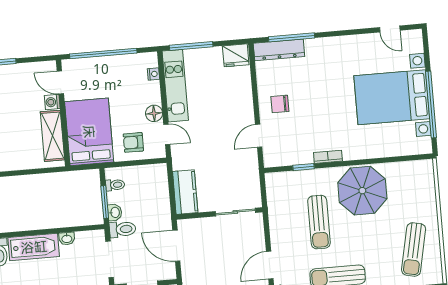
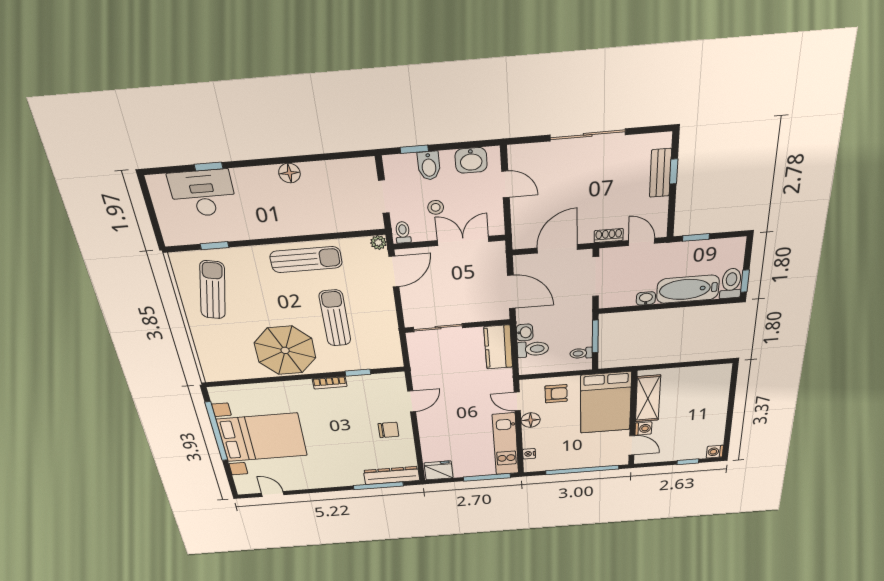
washbasin: (115, 212) -> (525, 332), moved, turned 180
toilet: (123, 229) -> (533, 349), moved, turned 180

